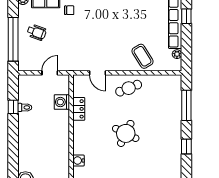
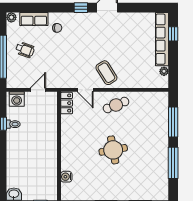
coffee table: (143, 56) -> (106, 73), moved
washing machine: (62, 102) -> (17, 99), moved, turned -90
locker: (79, 109) -> (67, 103), moved
round table: (126, 133) -> (113, 150), turned -36
window: (186, 146) -> (173, 163), width x2.17

